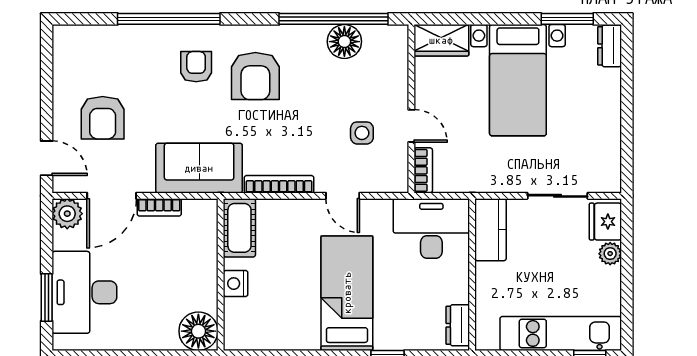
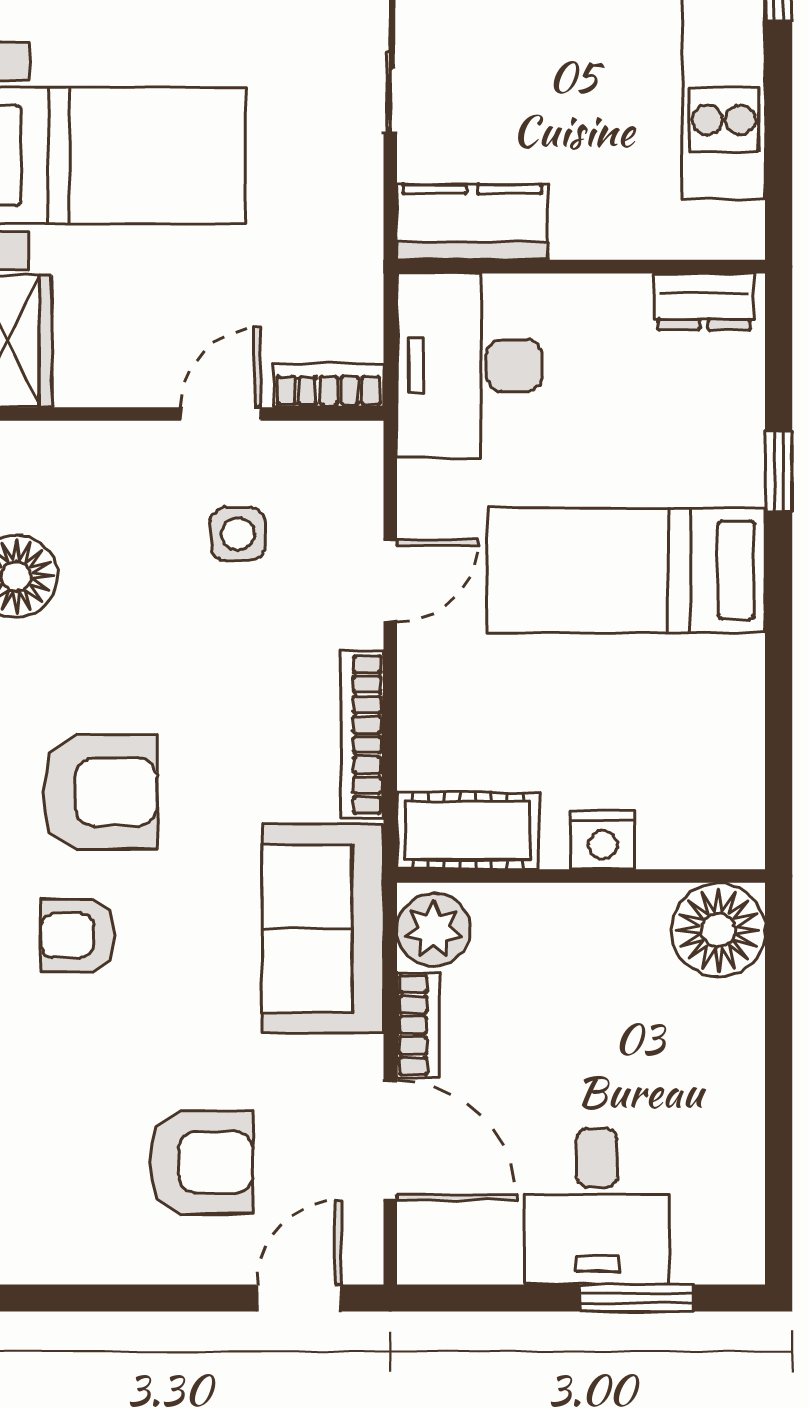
plant: (67, 214) -> (433, 930), moved
desk: (84, 292) -> (597, 1206), width x0.73

